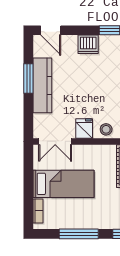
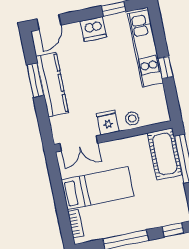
door: (51, 30) -> (49, 22), hinge flipped

